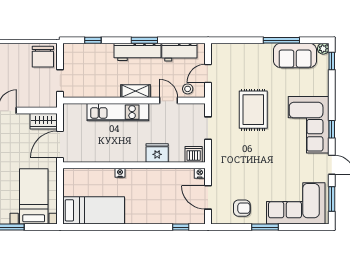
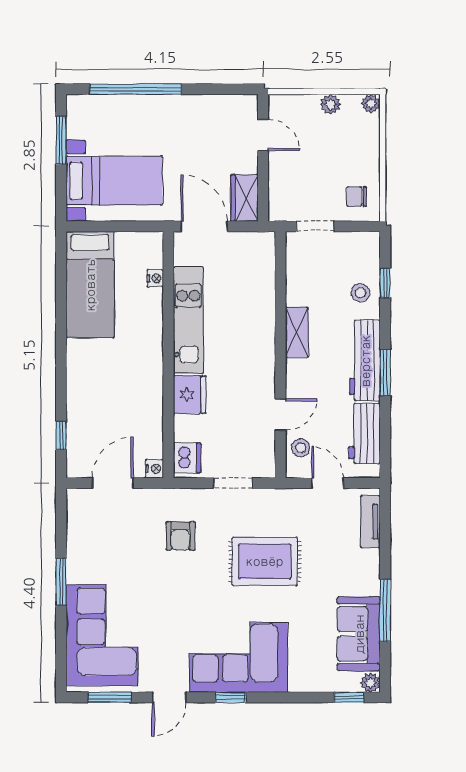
tv unit: (230, 49) -> (370, 521), added
stool: (98, 54) -> (360, 293), added
chair: (43, 57) -> (357, 197), width x0.54, depth x0.54
shelving: (135, 91) -> (297, 332), moved
kitchen unit: (118, 112) -> (188, 320), moved, turned 180
nightstand: (120, 173) -> (155, 279), moved
armchair: (242, 208) -> (180, 536), moved

